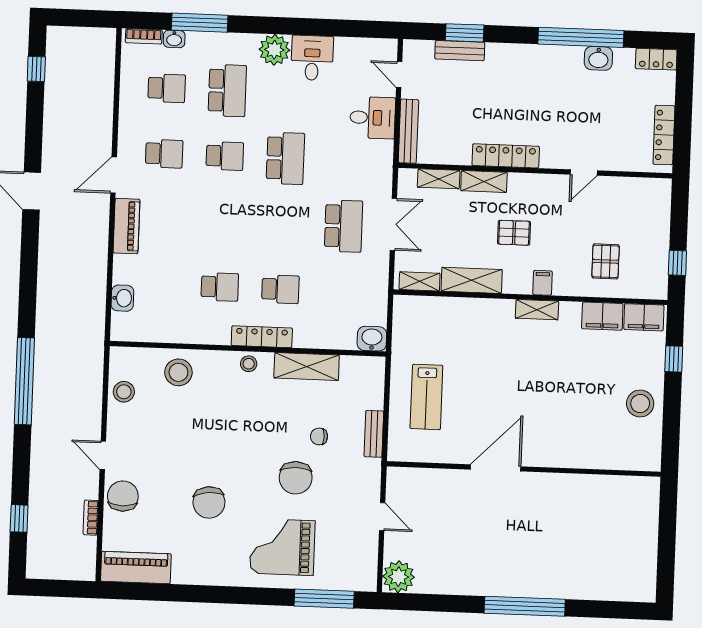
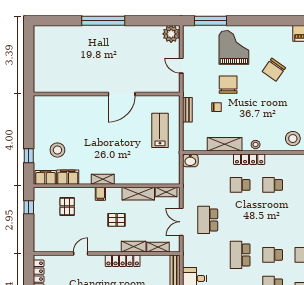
stool: (640, 403) -> (57, 150), moved
chair: (209, 502) -> (274, 70), turned -139
grand piano: (282, 547) -> (234, 47), turned -90

